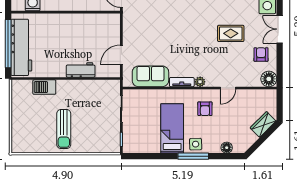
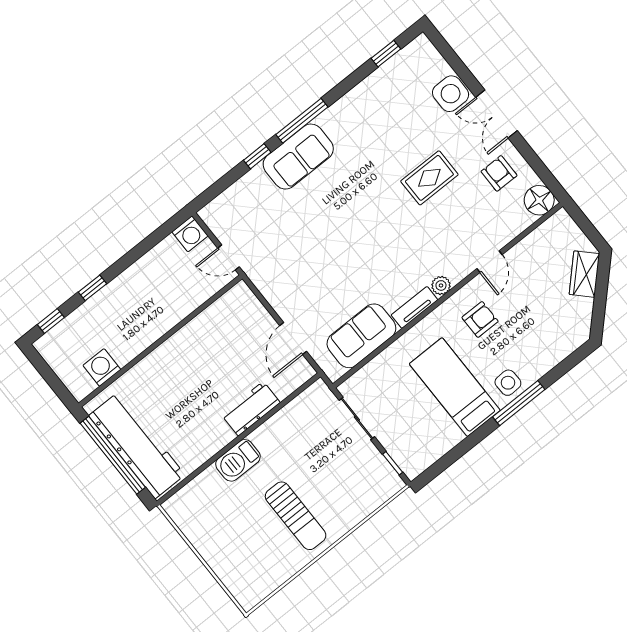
barbecue: (44, 87) -> (238, 460), moved
armchair: (205, 109) -> (480, 319), turned -90
floor lamp: (227, 148) -> (558, 351), removed

